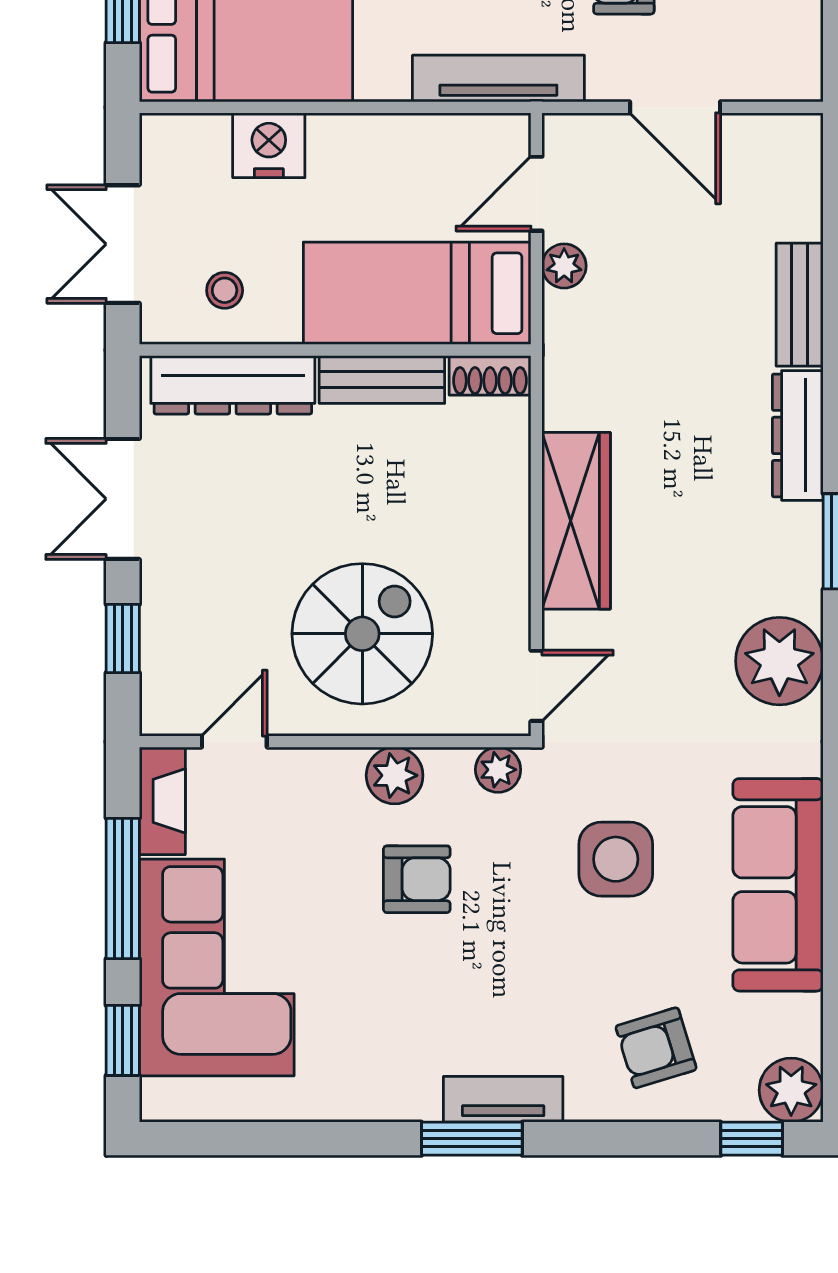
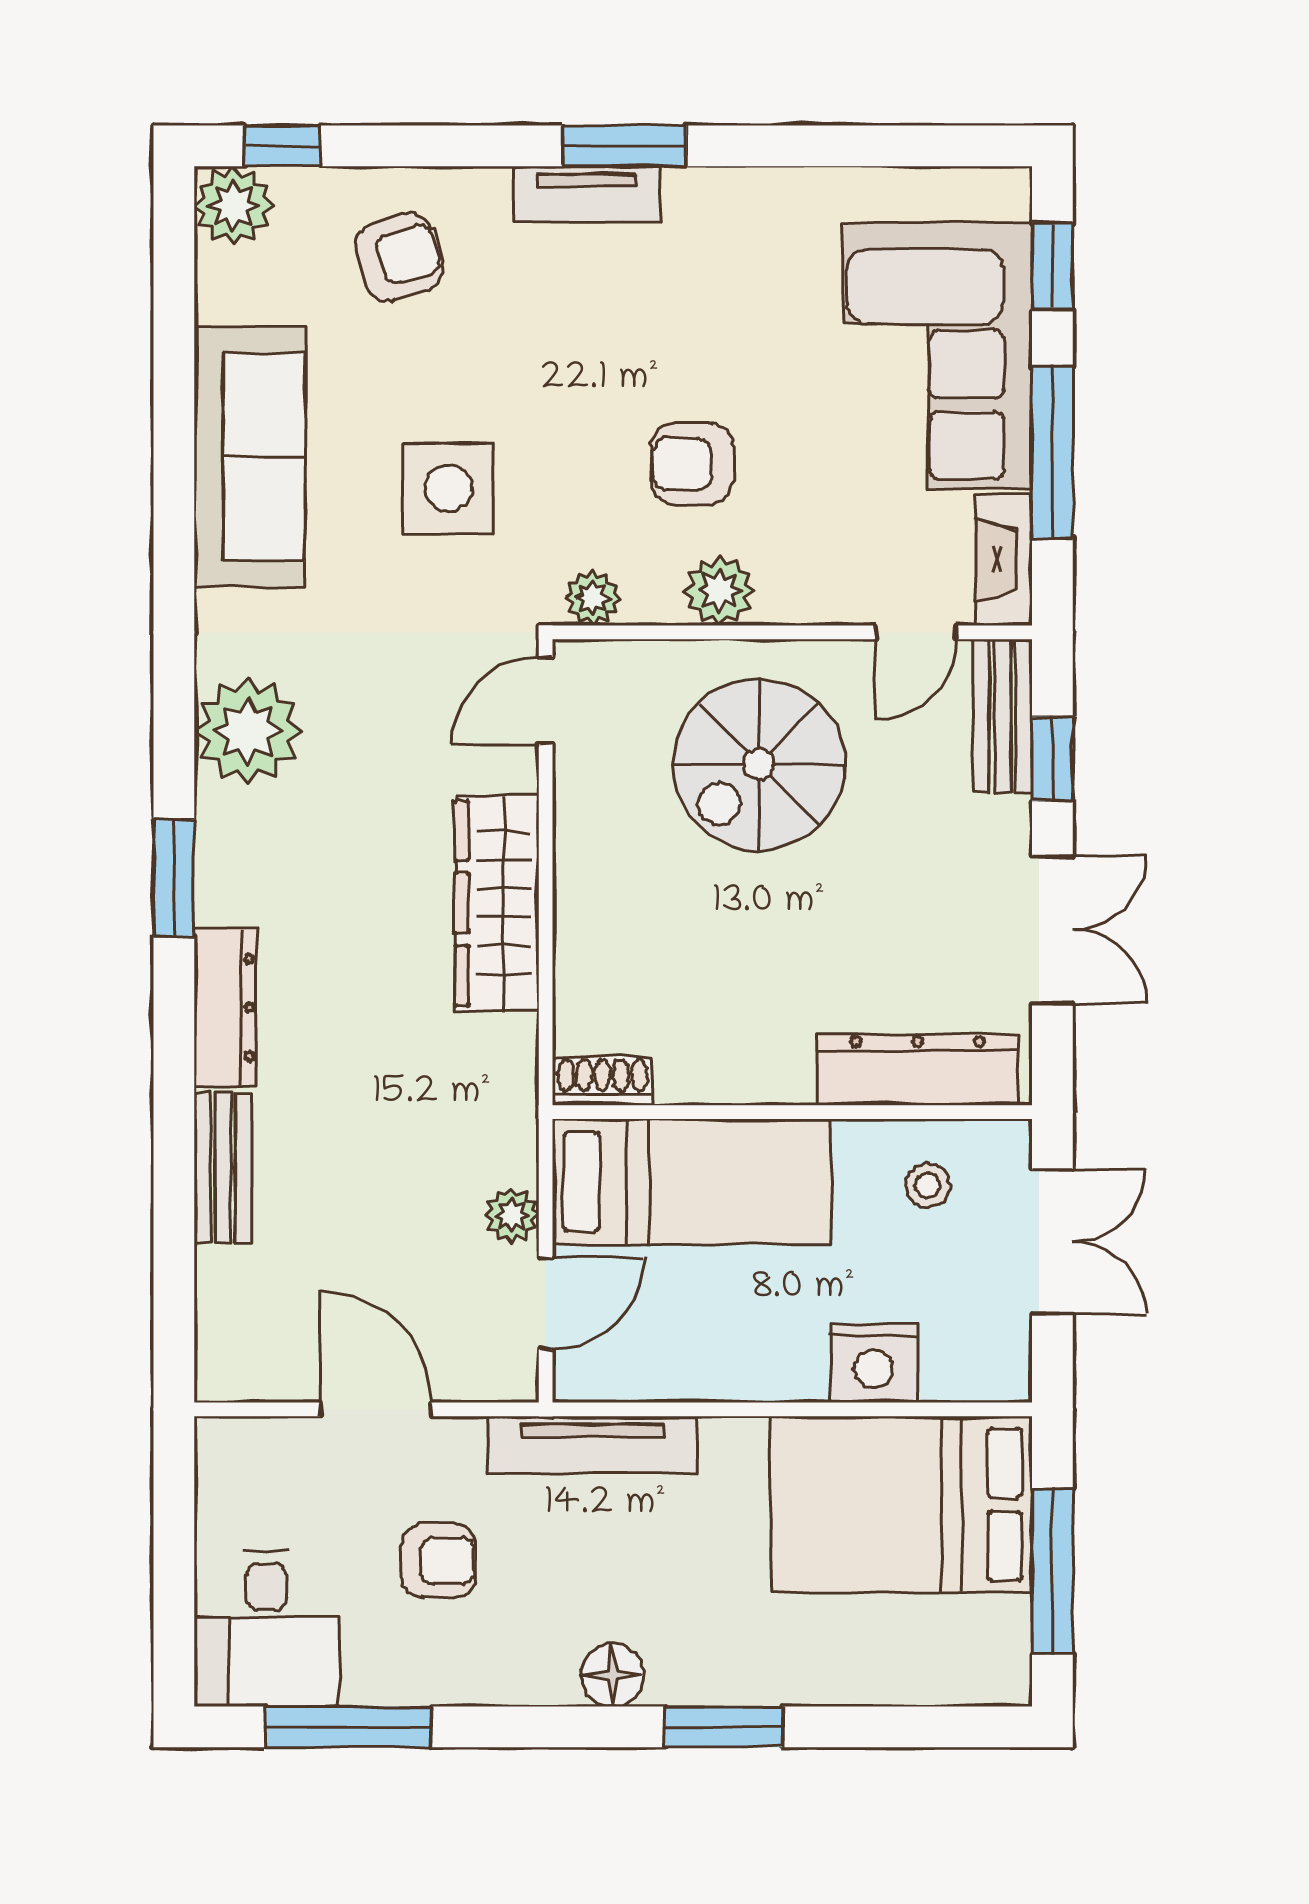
bench: (382, 379) -> (1003, 716), moved, turned 90

